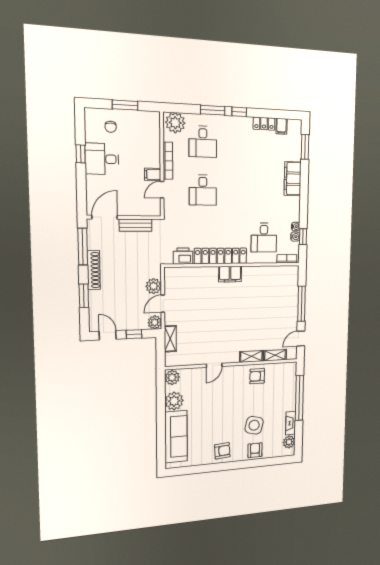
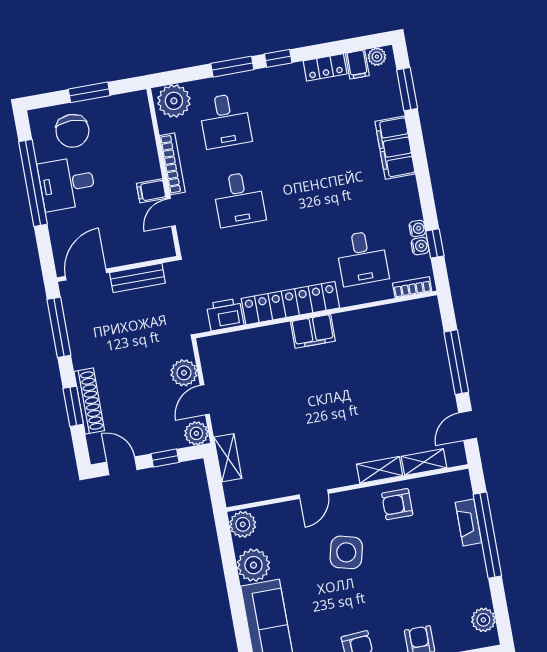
plant: (293, 124) -> (377, 57), added
chair: (111, 127) -> (72, 131), width x1.87, depth x1.87
window: (81, 154) -> (33, 183), width x3.17
shoe rack: (94, 270) -> (89, 401), moved
fireplace: (291, 423) -> (468, 522), moved
side table: (254, 425) -> (346, 552), moved

